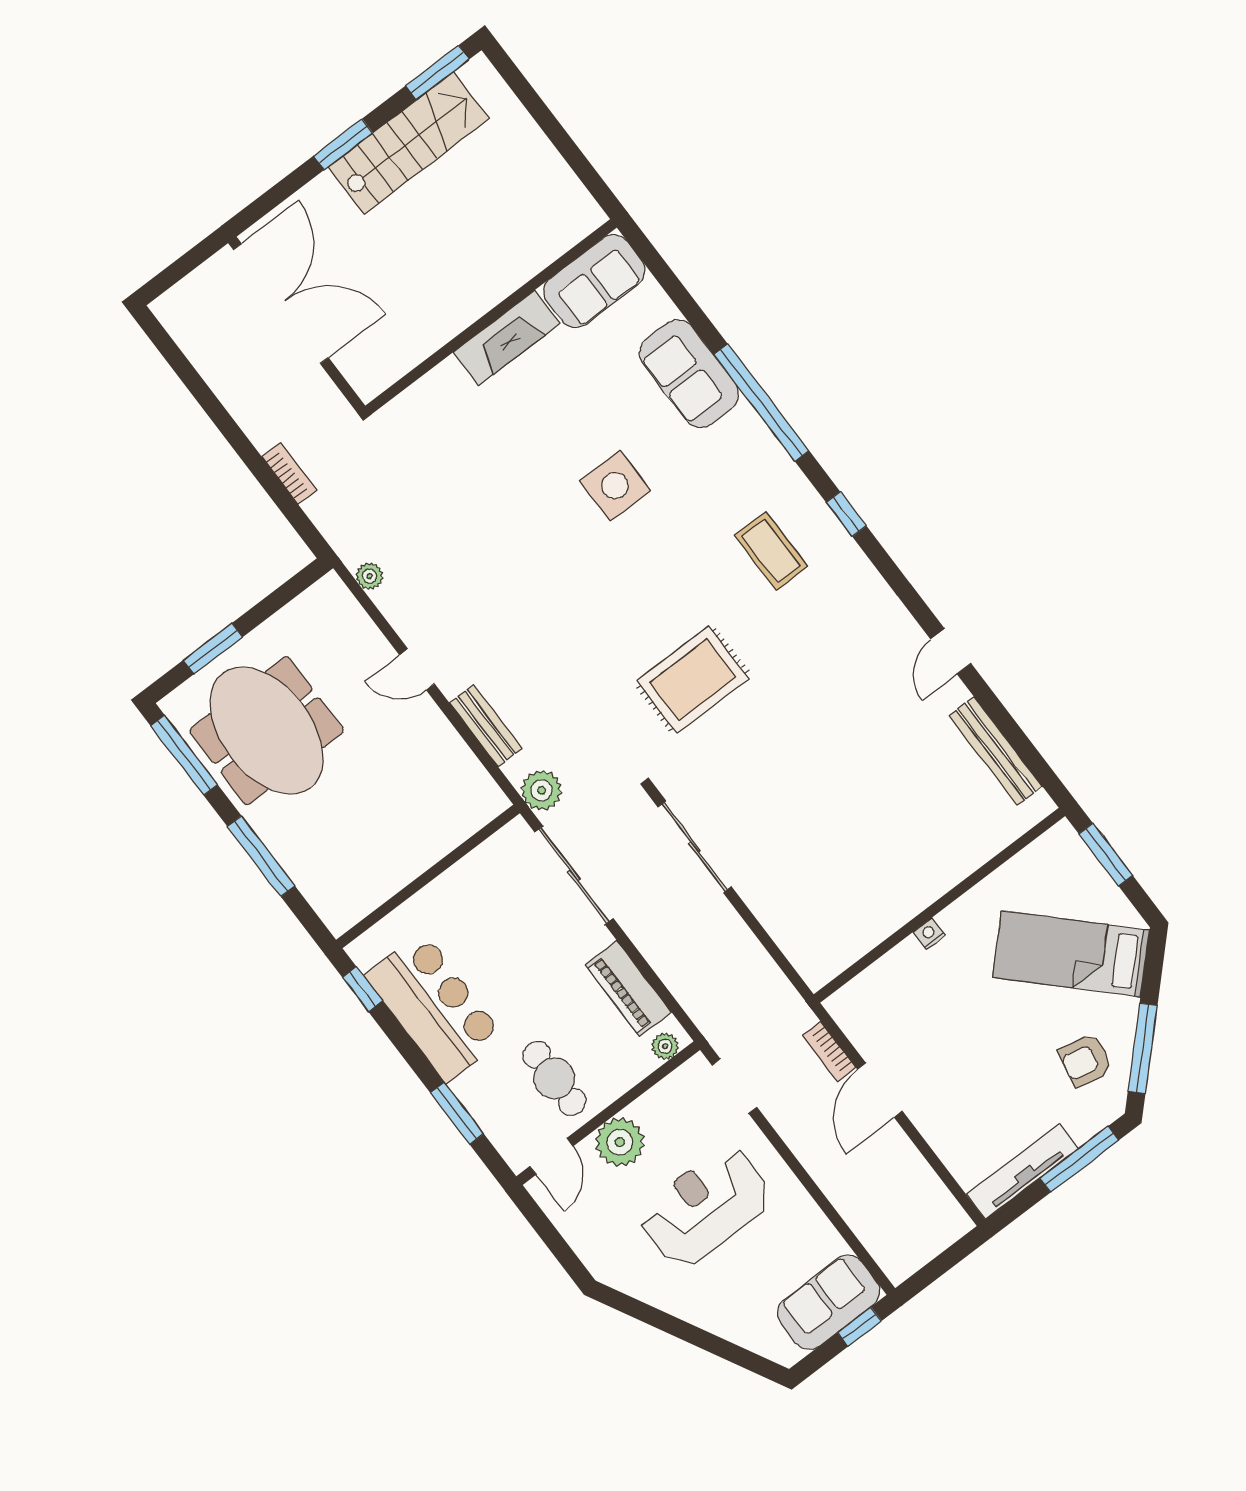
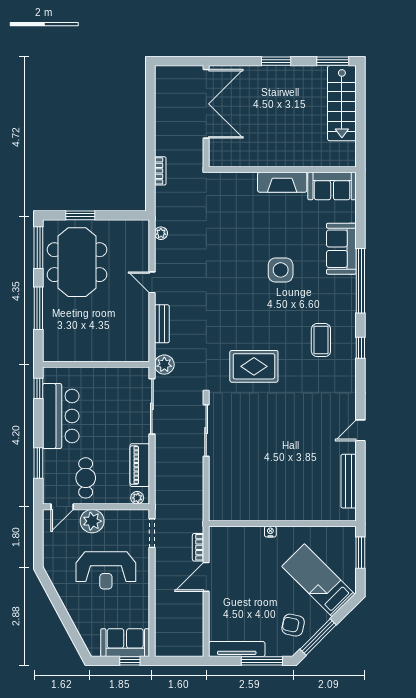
stairs: (409, 143) -> (342, 103), moved, turned 90
reception desk: (705, 1207) -> (106, 570), turned 180

